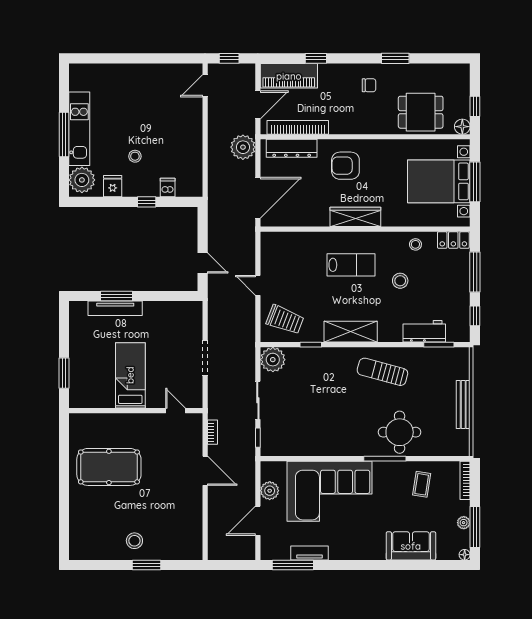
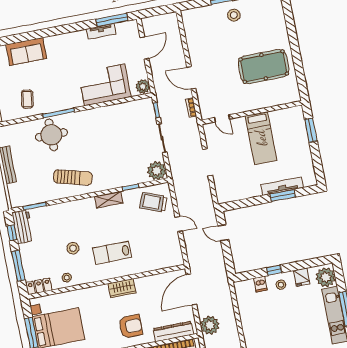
stool: (135, 156) -> (281, 285), moved
wardrobe: (355, 217) -> (122, 288), width x0.67
workbench: (424, 331) -> (23, 226), moved, turned -90
shelving: (351, 332) -> (109, 200), width x0.67, depth x0.75
plant: (270, 491) -> (143, 87), moved
corner sofa: (329, 491) -> (105, 85), width x0.73, depth x0.74

